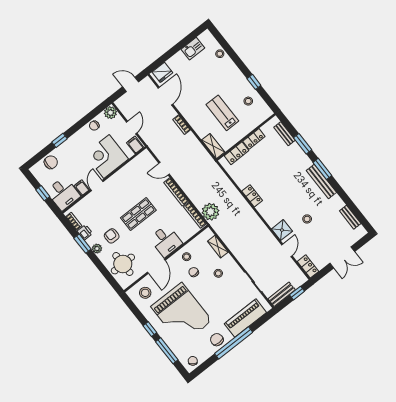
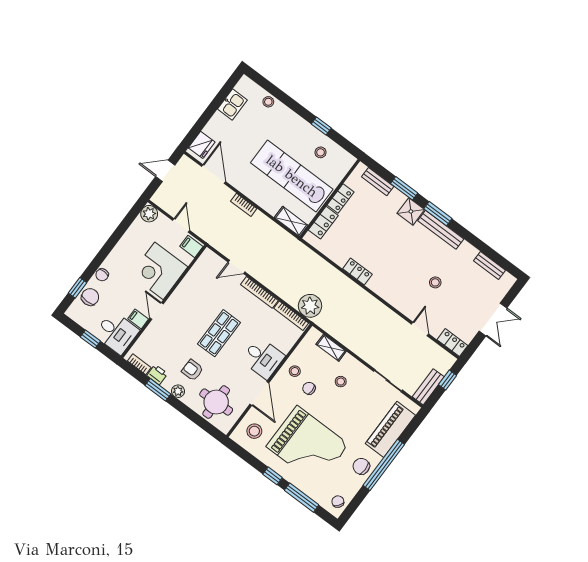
lab bench: (222, 113) -> (292, 176), width x1.86, depth x1.39
chair: (94, 126) -> (102, 275), moved
window: (59, 140) -> (77, 288), moved
shower: (282, 230) -> (411, 211), moved

